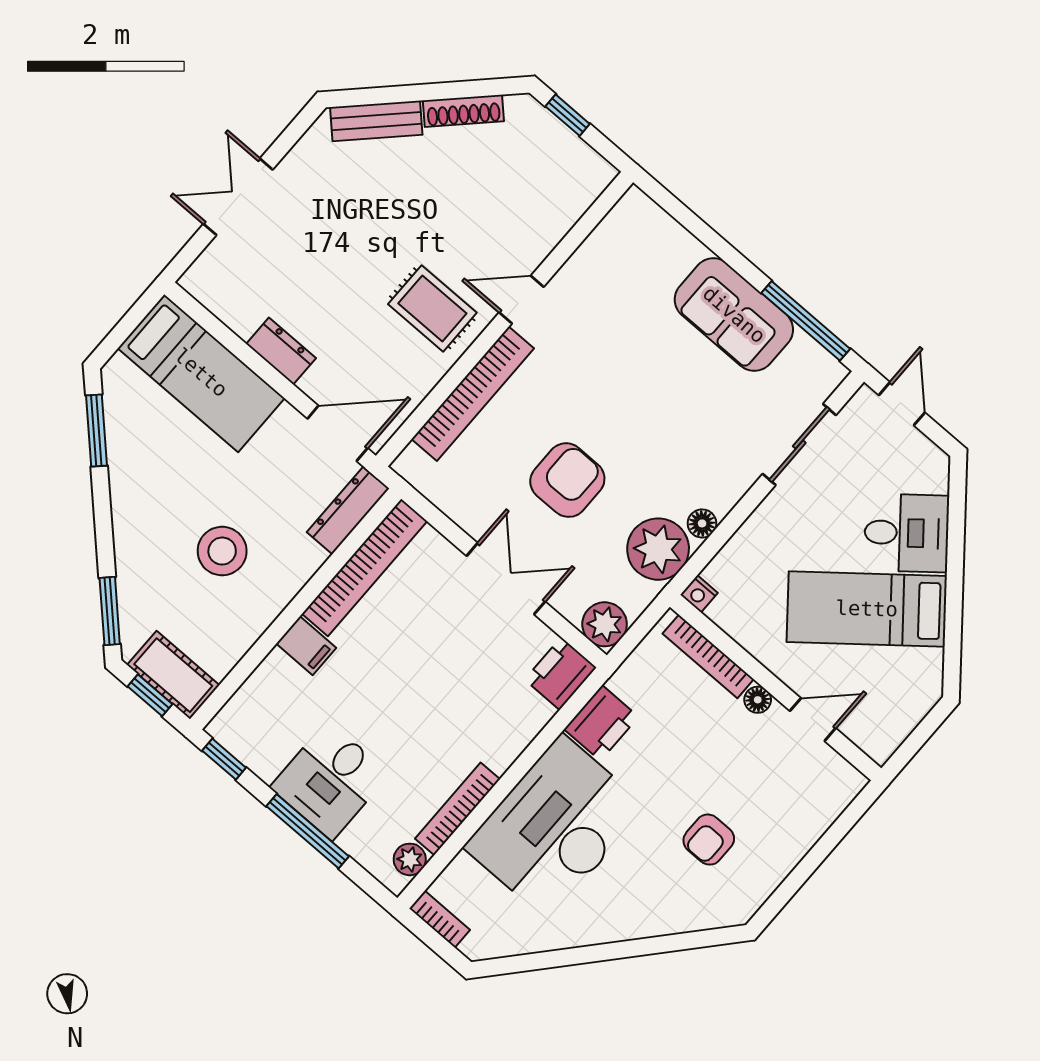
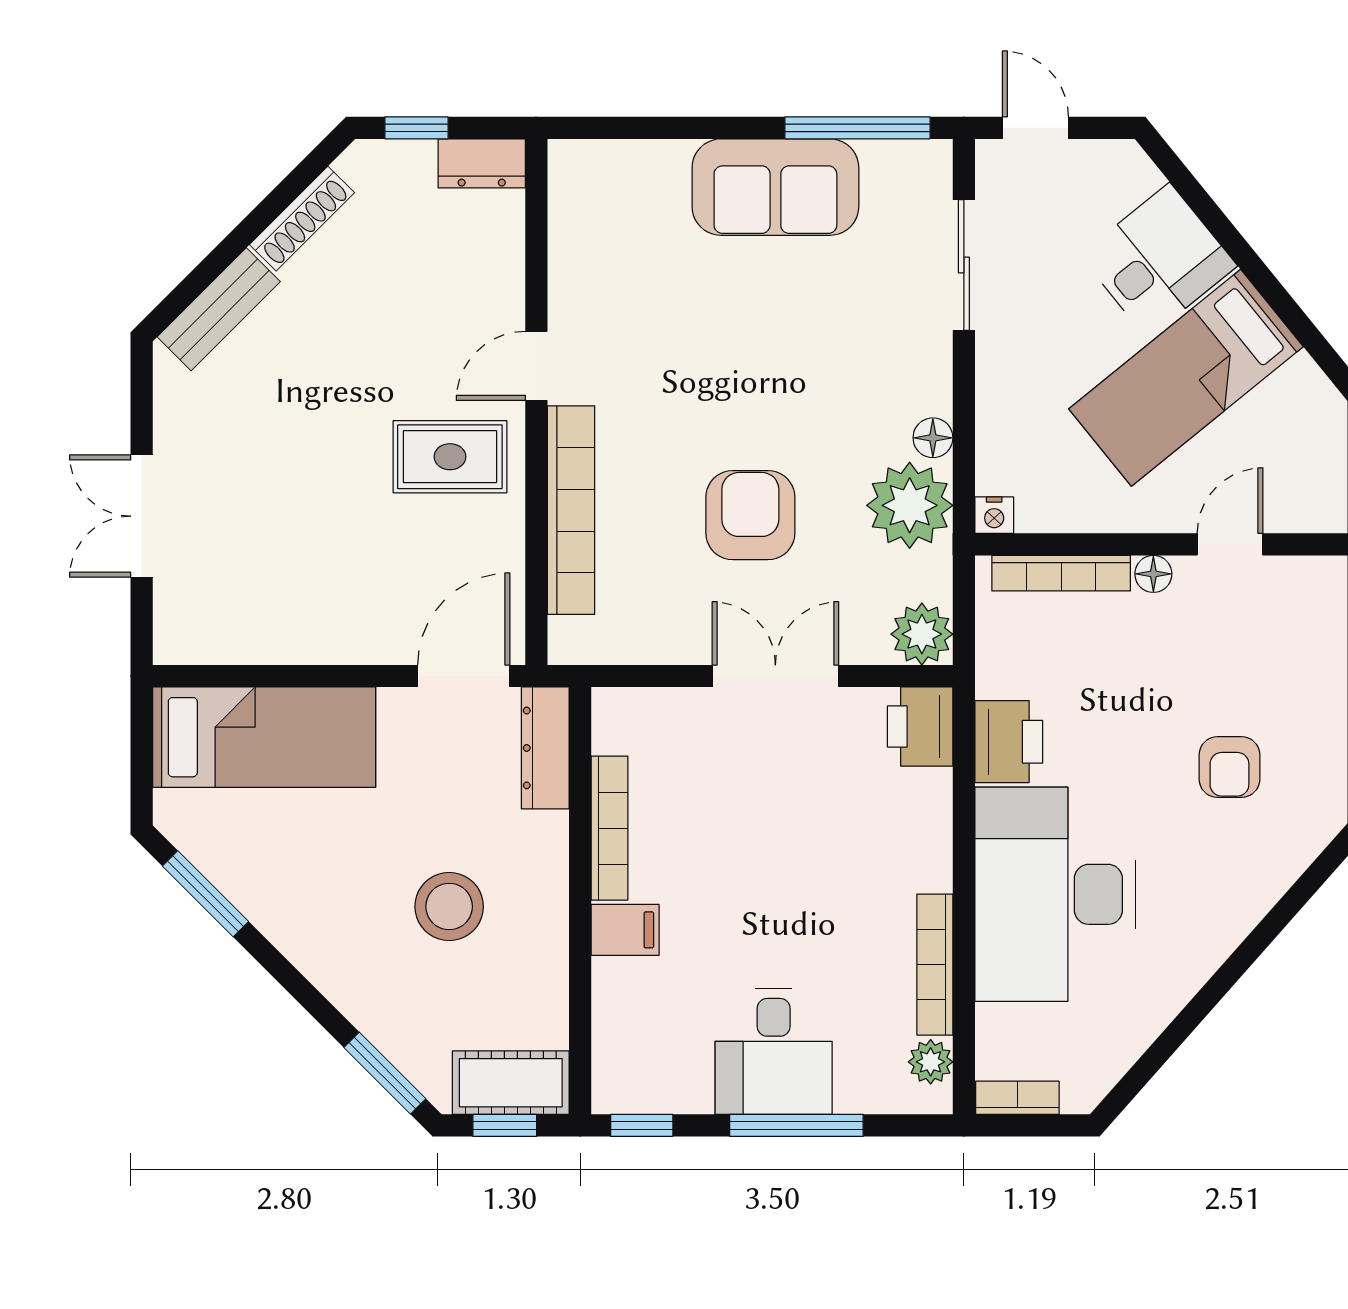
dresser: (281, 351) -> (482, 163), moved, turned 180
bookcase: (365, 567) -> (610, 828), width x0.68, depth x0.76

